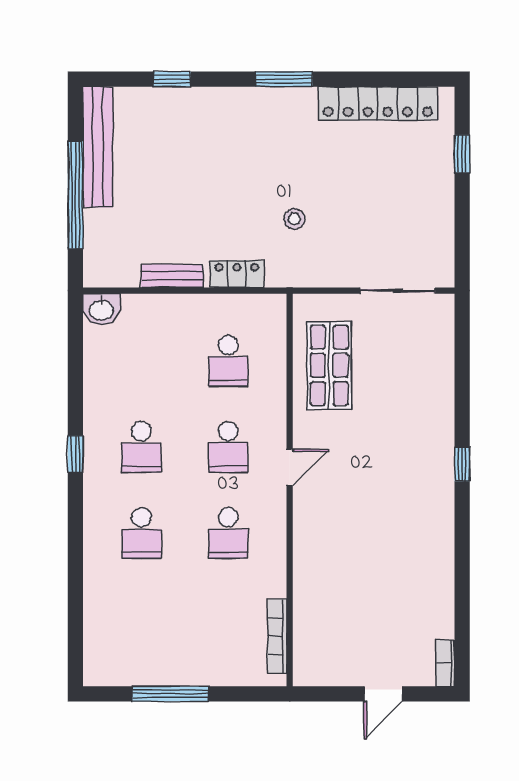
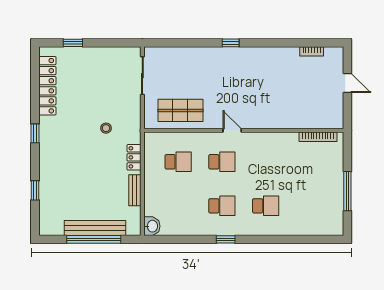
window: (284, 79) -> (35, 133), width x0.67
bench: (98, 147) -> (95, 228), moved
school desk: (228, 533) -> (266, 162), removed
bookcase: (445, 663) -> (312, 51), moved

